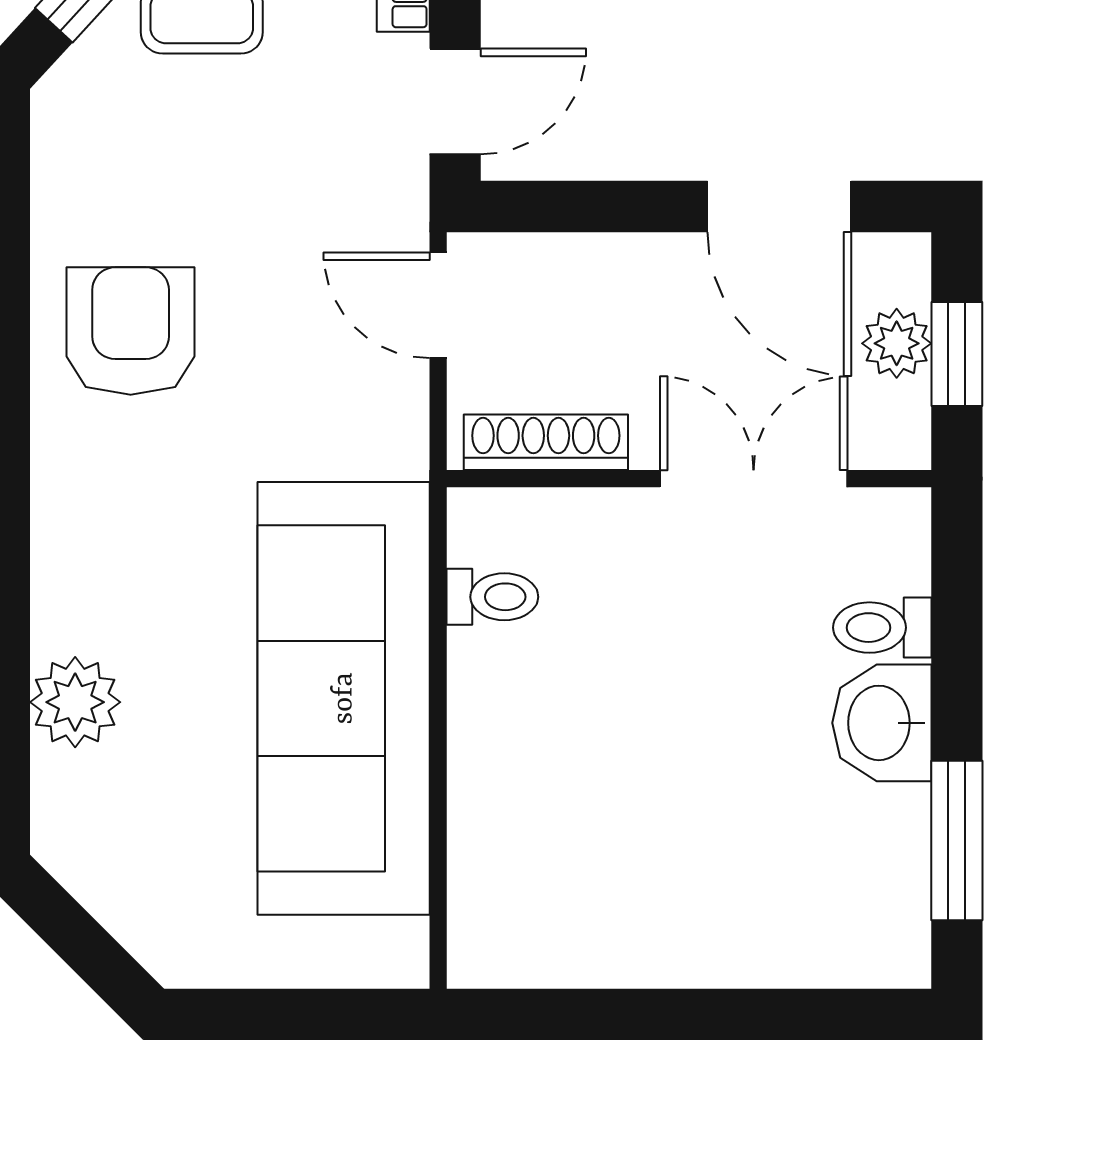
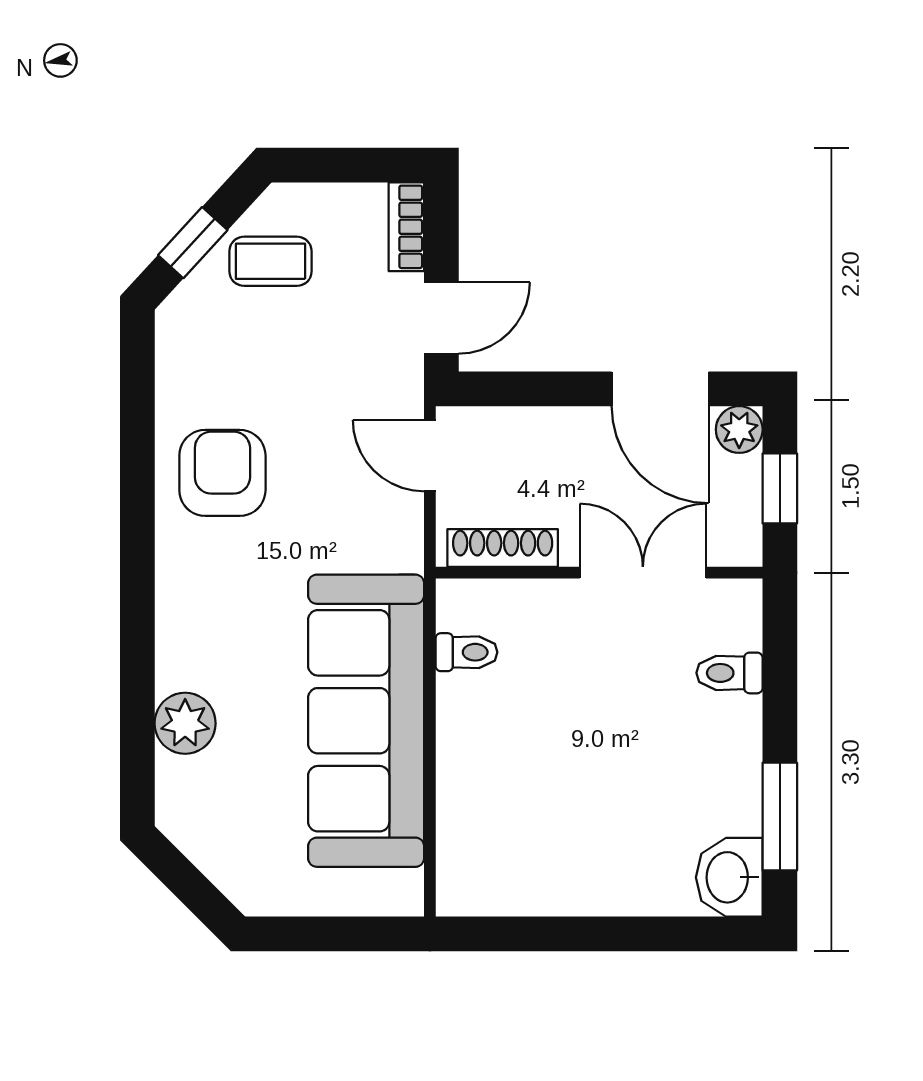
plant: (897, 343) -> (739, 430), moved
washbasin: (882, 723) -> (729, 877), moved

